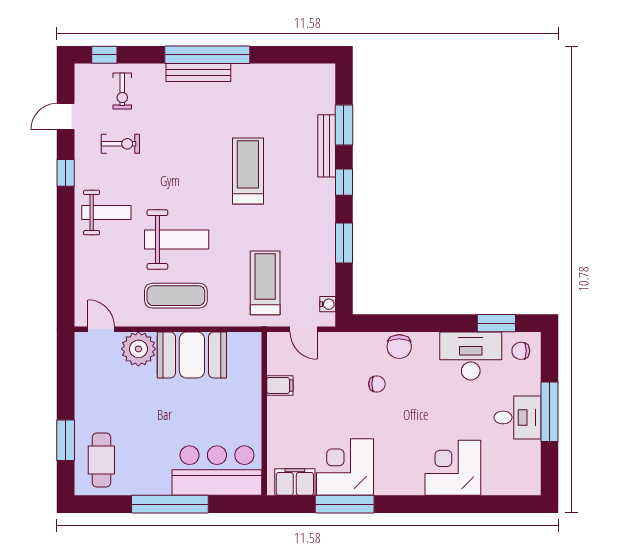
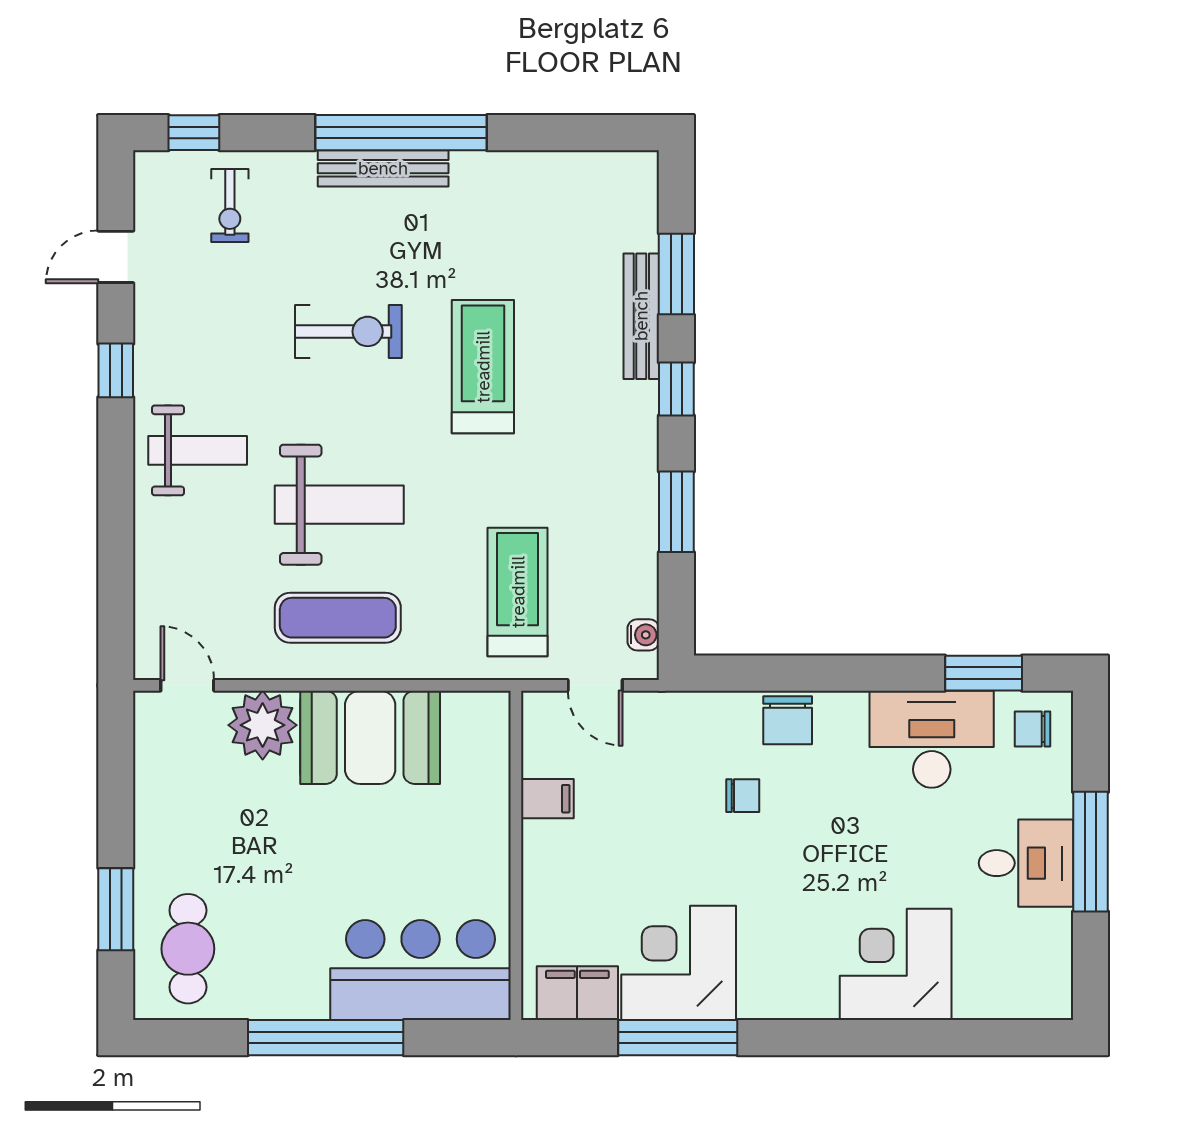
exercise bike: (120, 144) -> (348, 331), moved, width x1.38, depth x1.39

